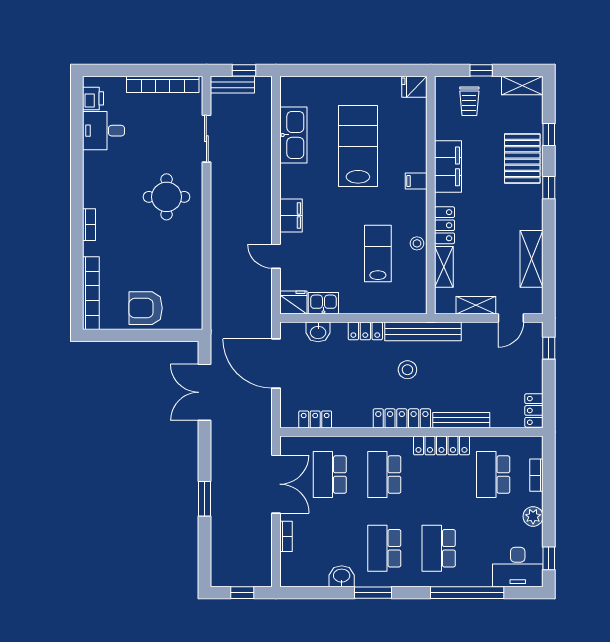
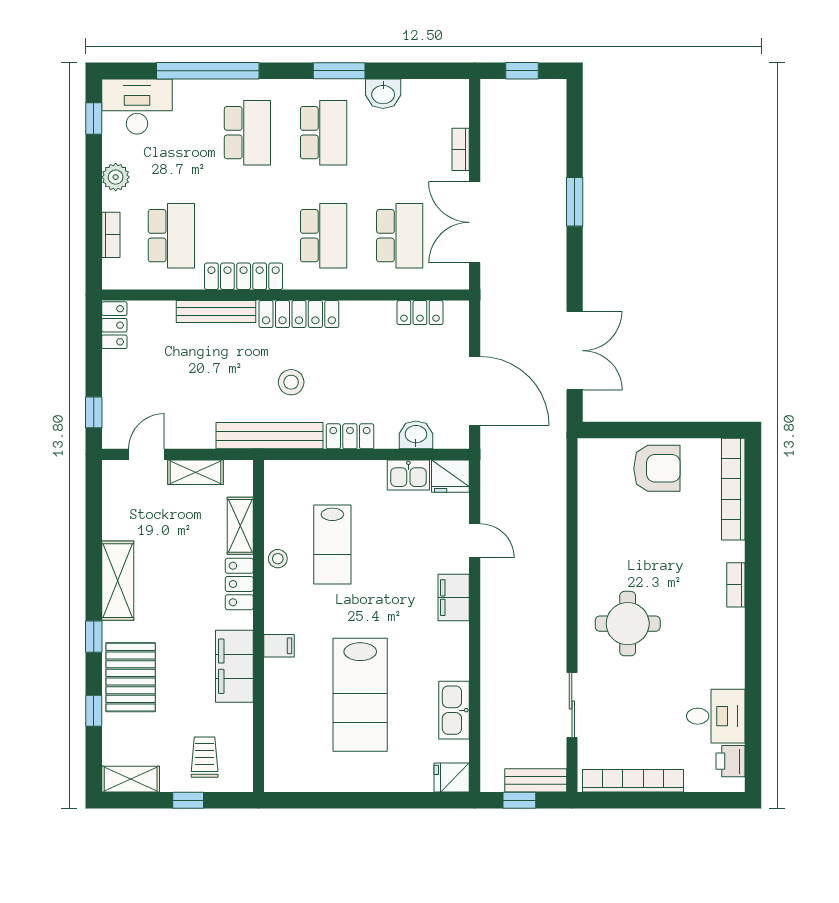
fridge: (414, 87) -> (452, 777), moved, turned 180
kitchen sink: (293, 135) -> (454, 710), width x0.73, depth x0.81
shelving: (532, 259) -> (118, 581), moved

